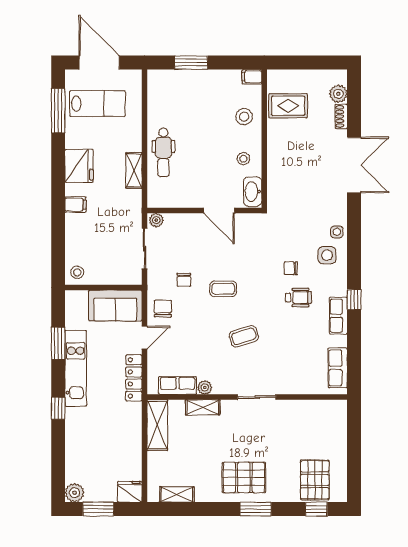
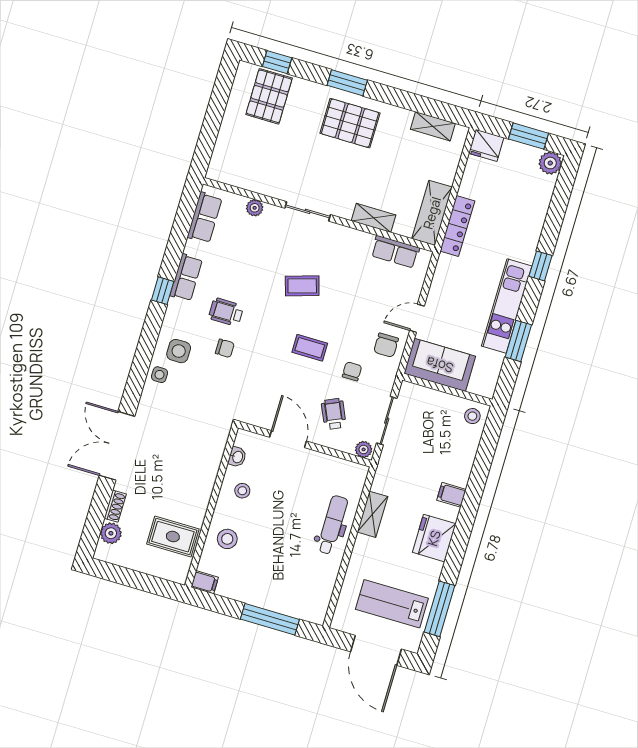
window: (191, 63) -> (270, 619), width x1.44
washbasin: (253, 192) -> (237, 457), width x0.52, depth x0.69
wheelchair: (189, 241) -> (334, 414), added
locker: (134, 378) -> (457, 226), moved
plant: (205, 387) -> (255, 208), moved

